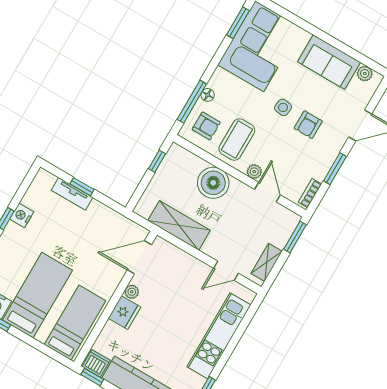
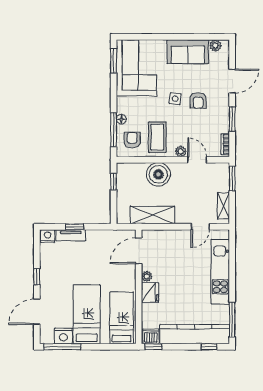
armchair: (206, 126) -> (132, 140), turned -90
nightstand: (22, 215) -> (48, 236), moved, turned 90

